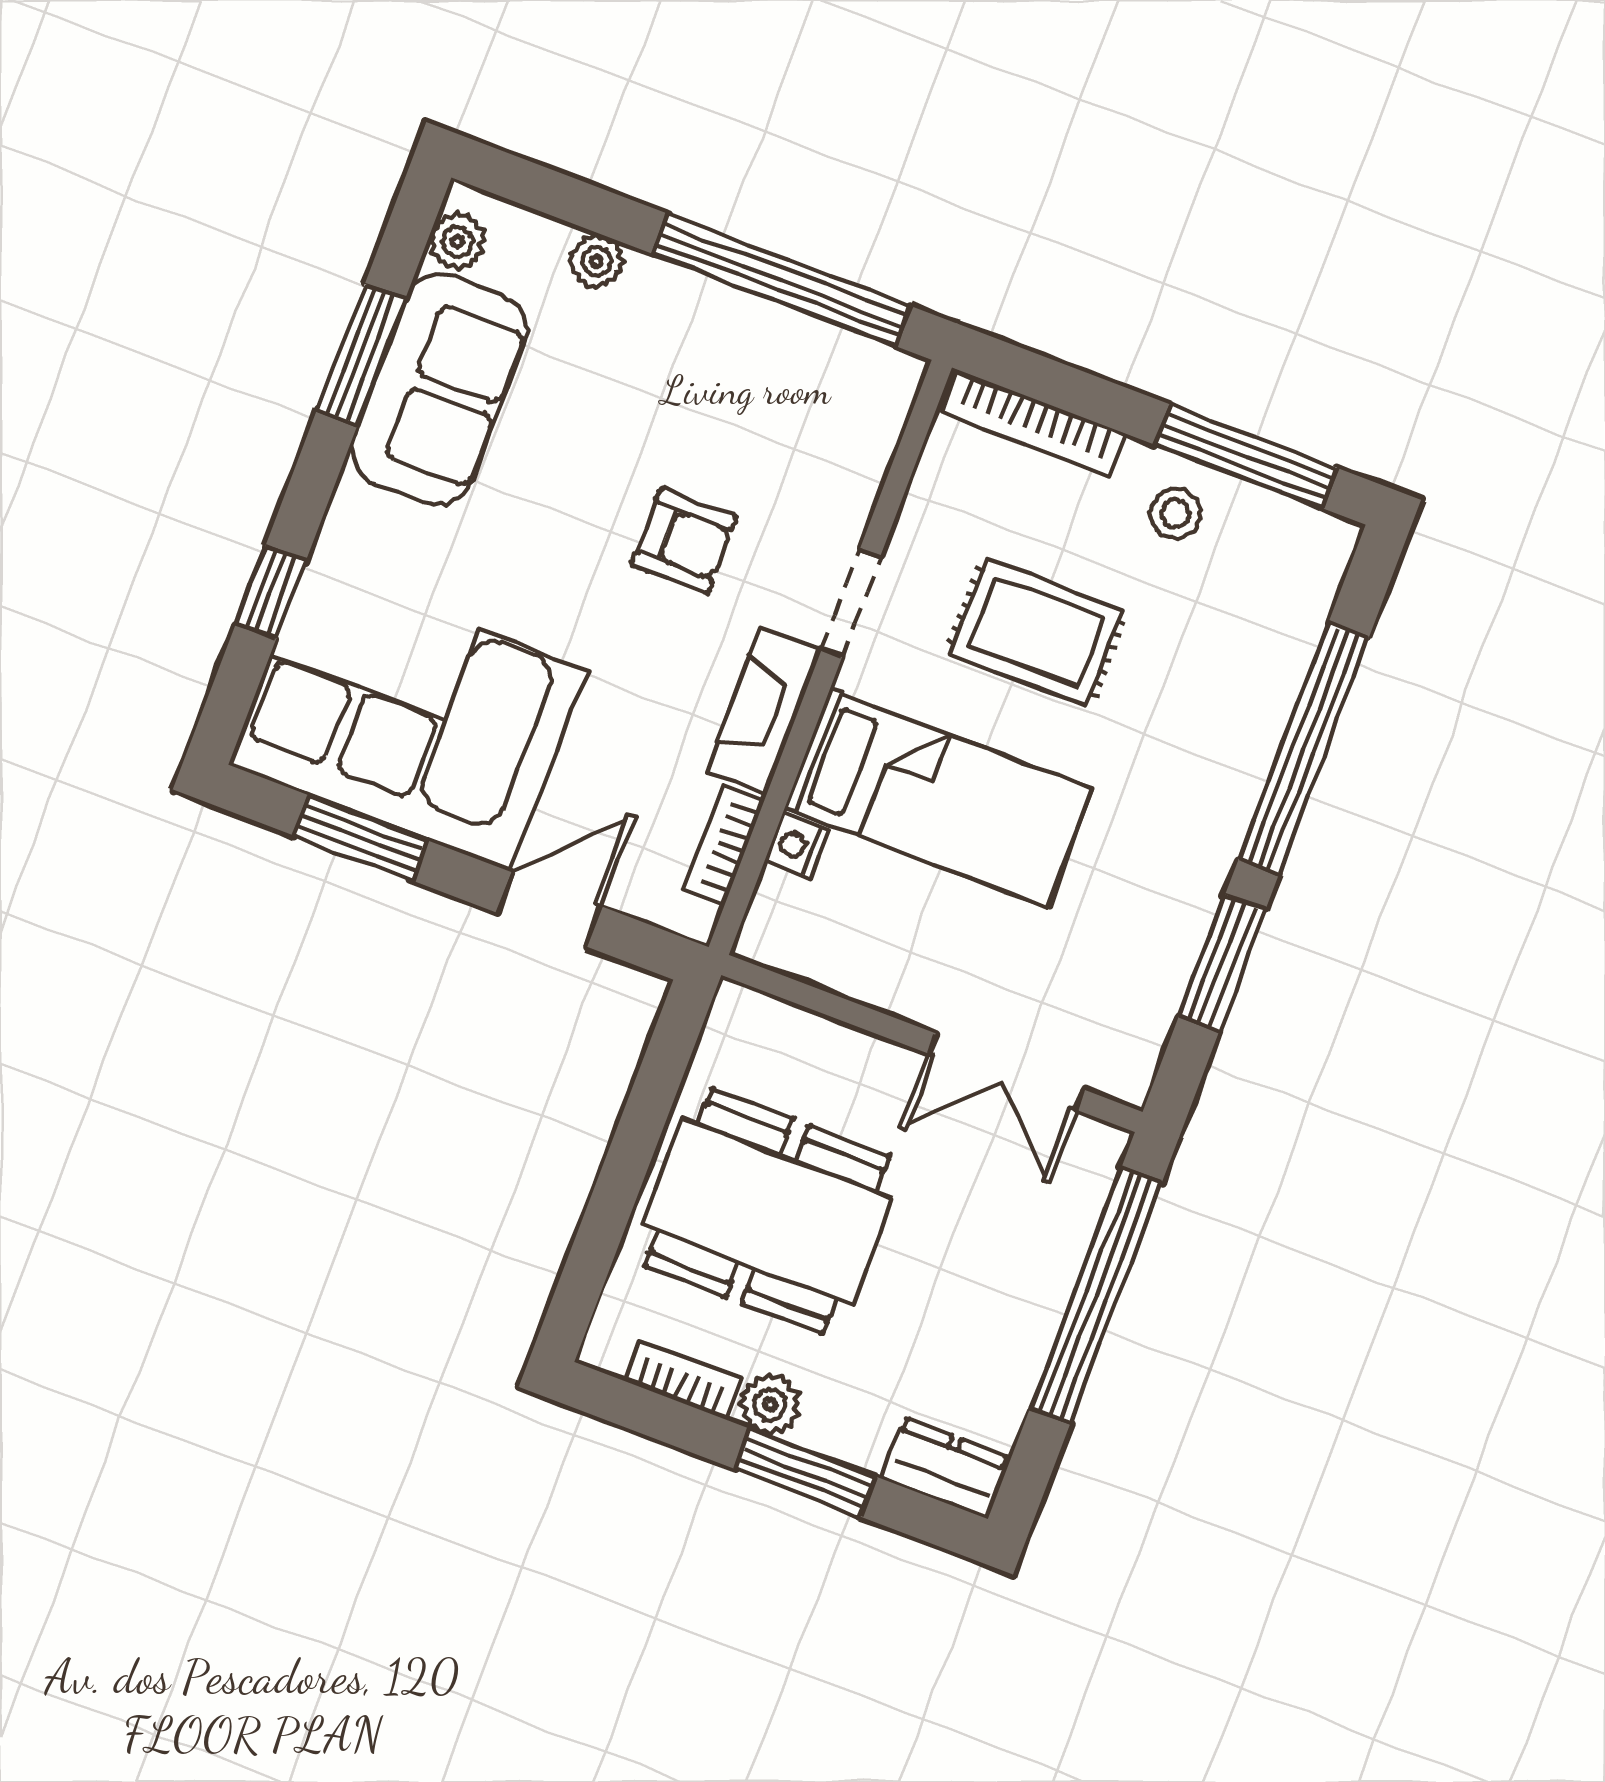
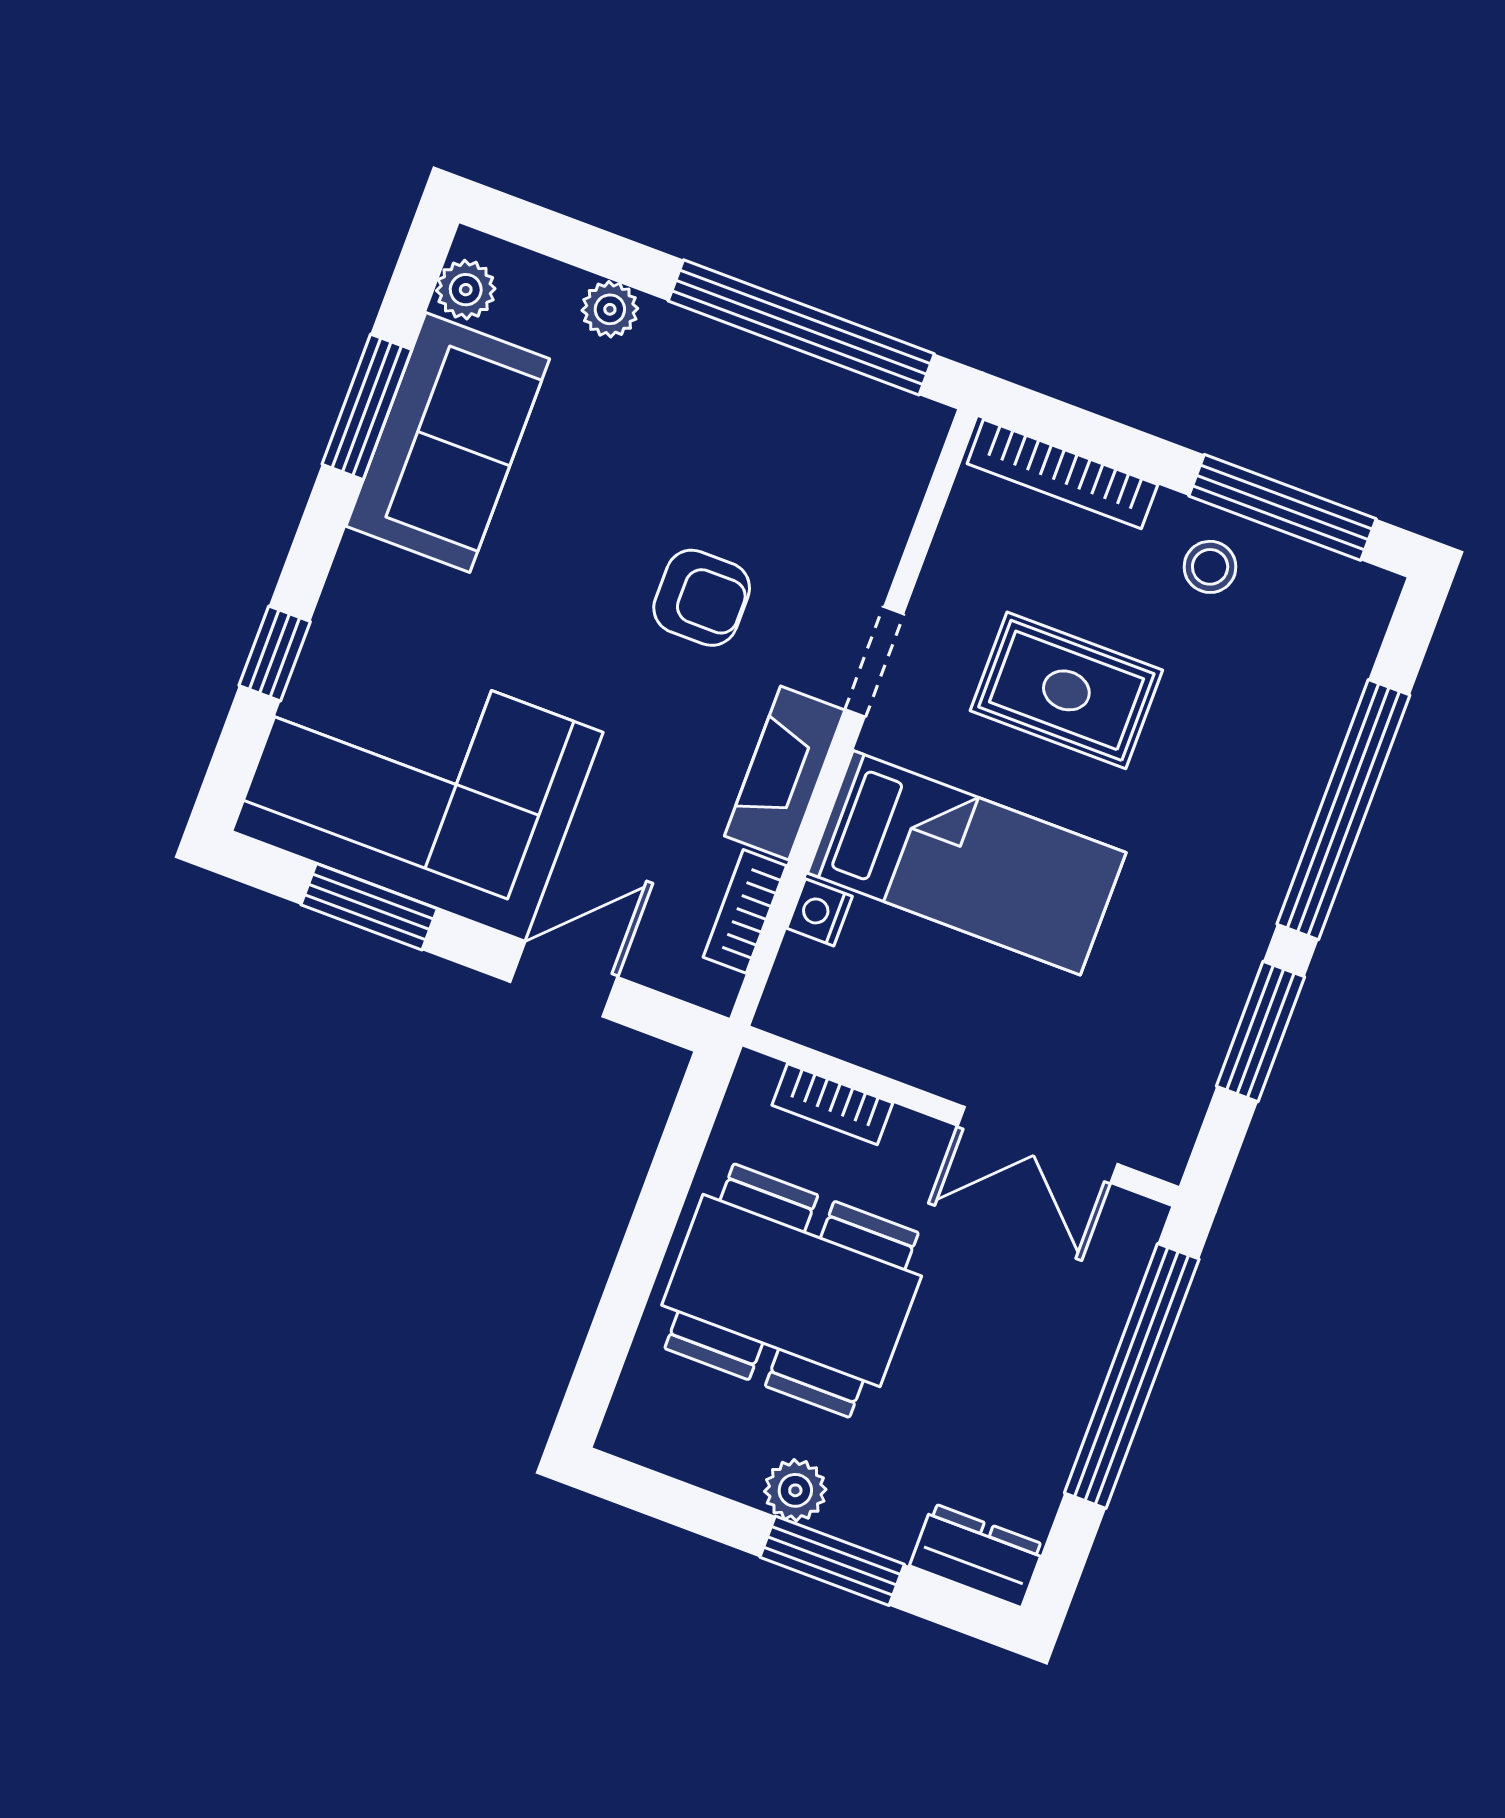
bookcase: (683, 1380) -> (832, 1104), moved, turned 180

